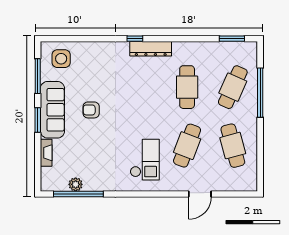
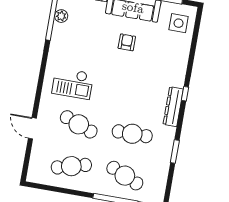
window: (232, 39) -> (175, 151), moved

